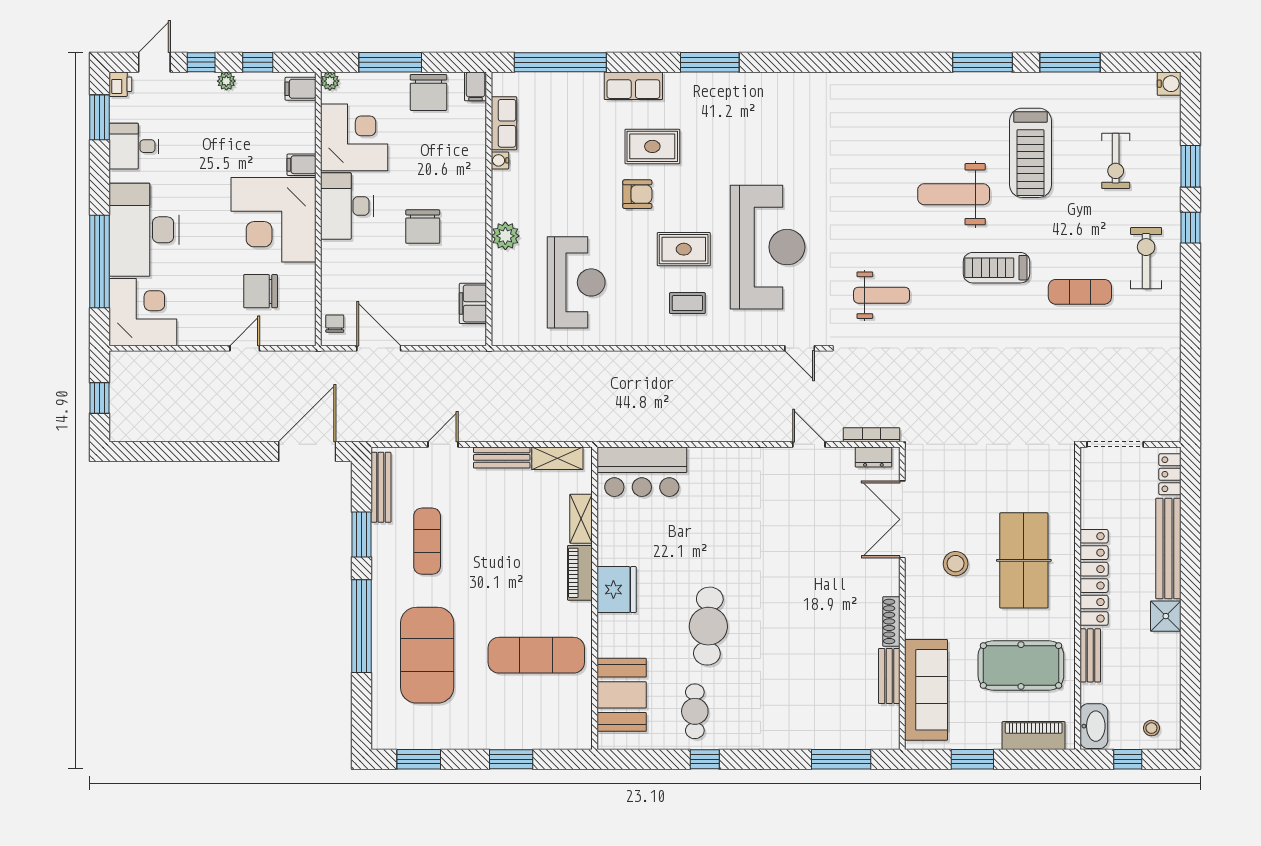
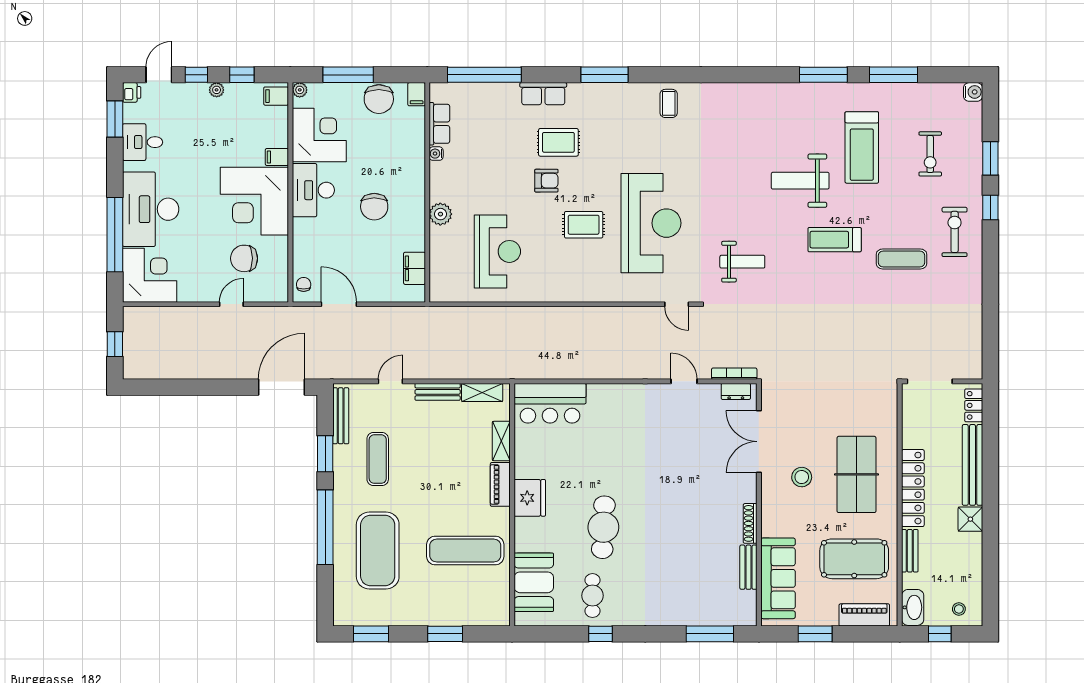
coffee table: (687, 303) -> (669, 103), moved, turned 90

